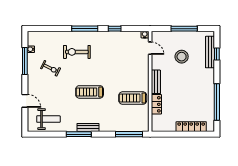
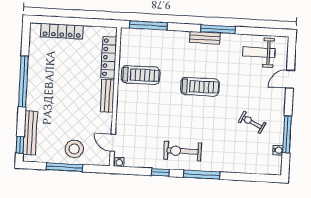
exercise bike: (77, 52) -> (183, 151), moved, turned 180
window: (217, 54) -> (20, 145), moved
stool: (182, 57) -> (74, 149), moved
door: (25, 101) -> (290, 79), hinge flipped
window: (217, 102) -> (23, 81), moved
locker: (156, 104) -> (109, 57), width x1.53

